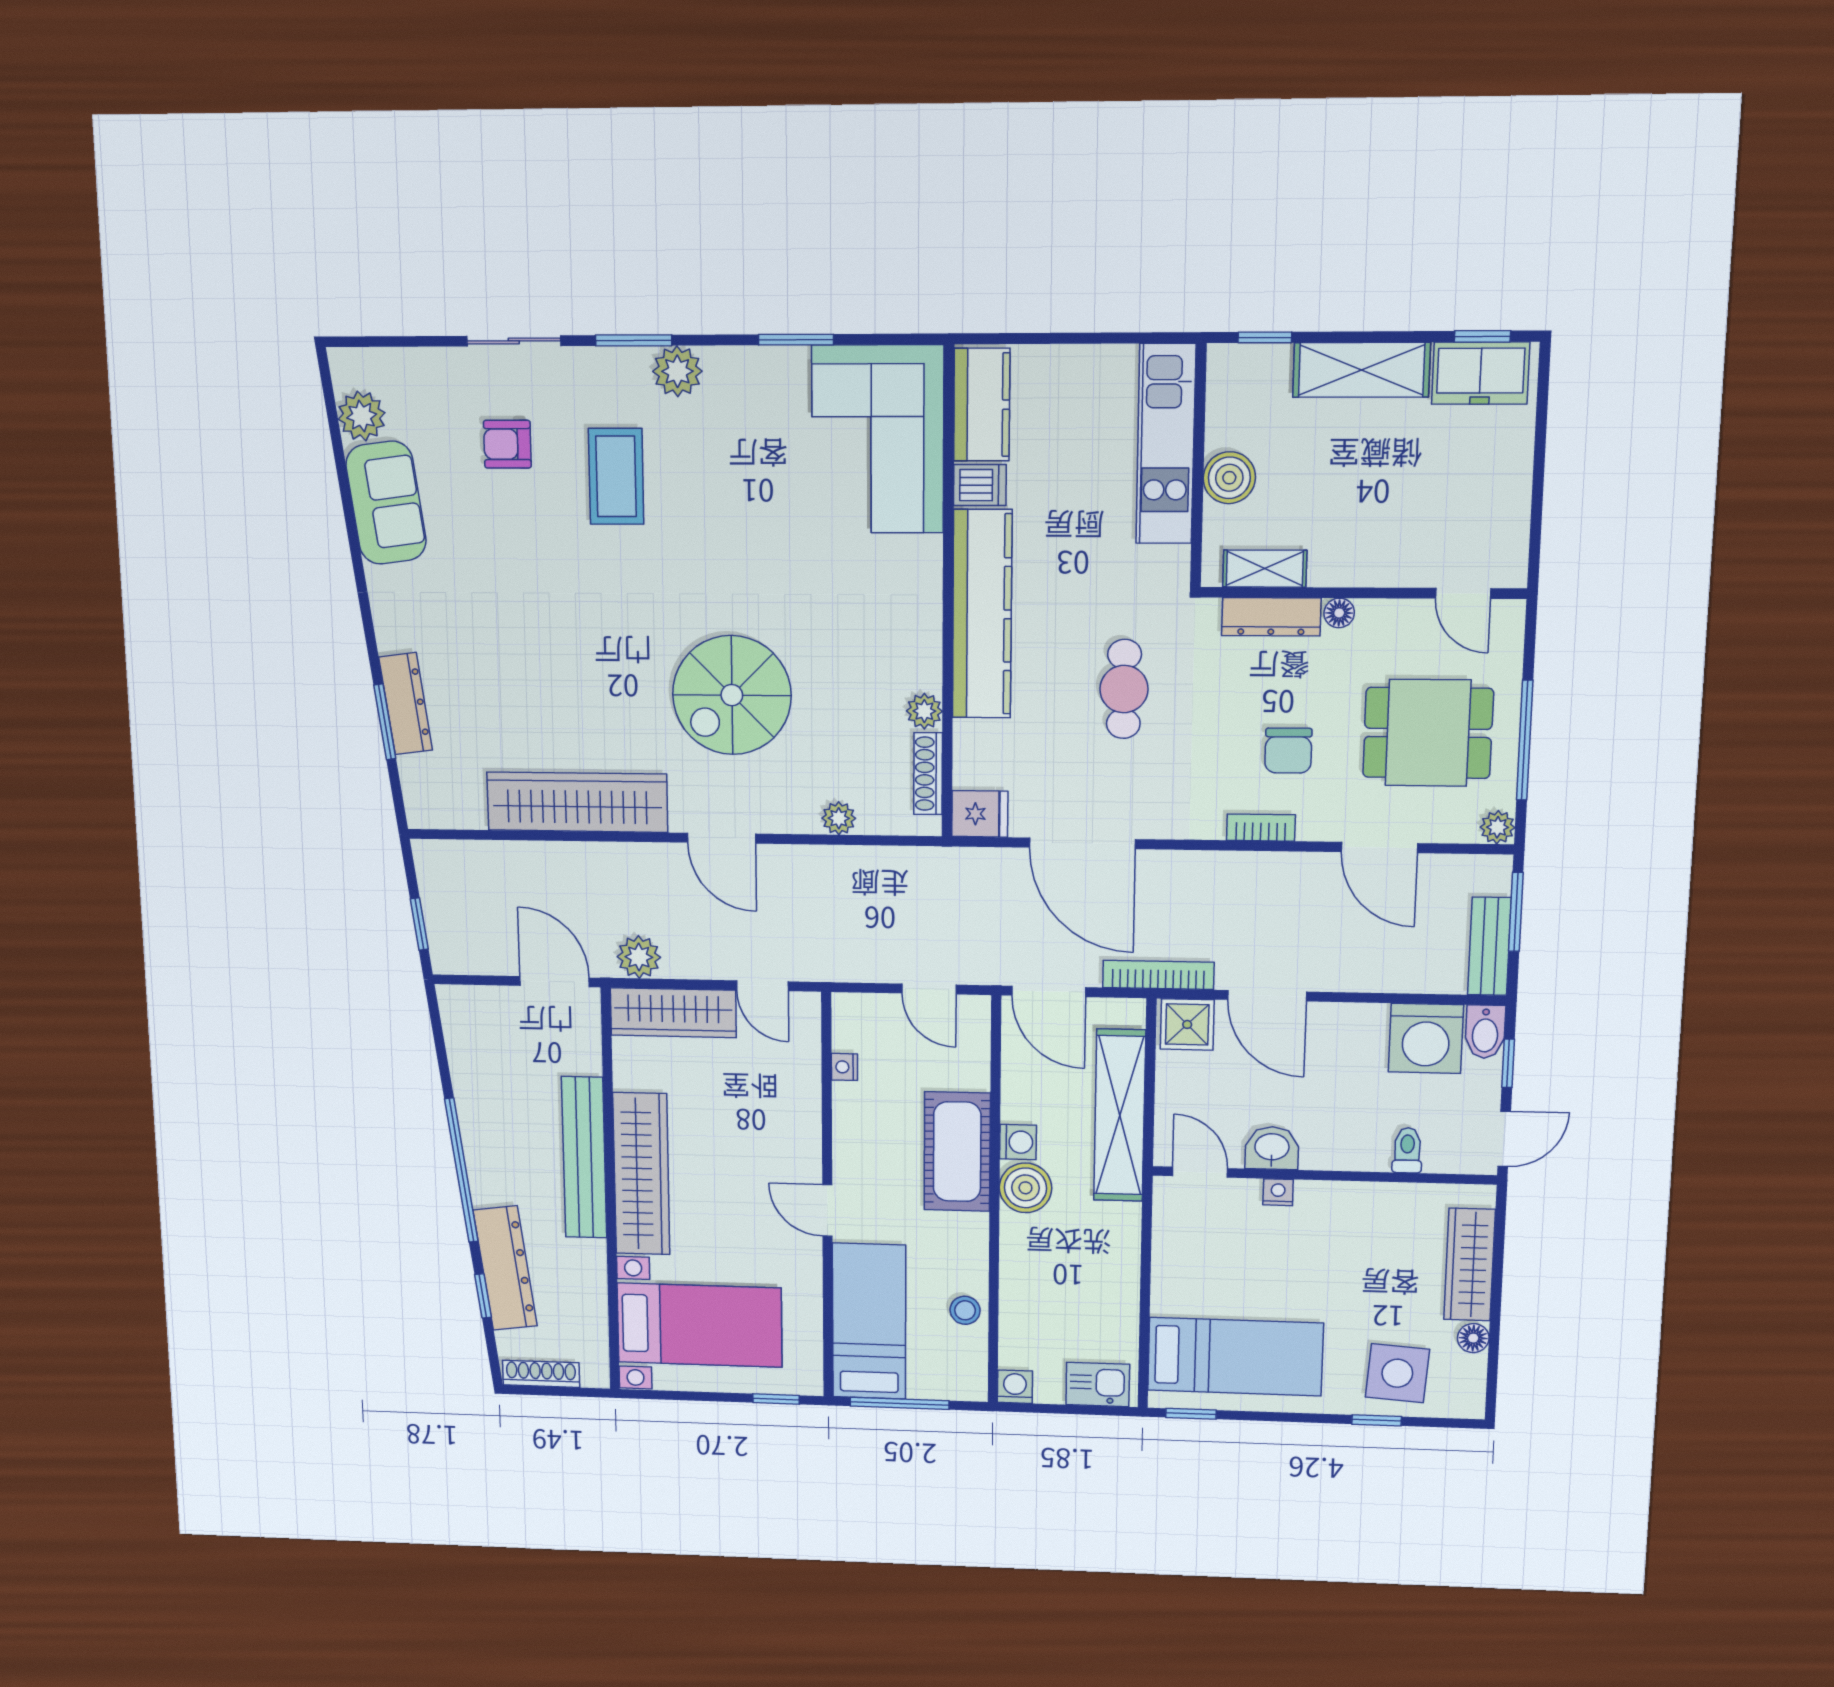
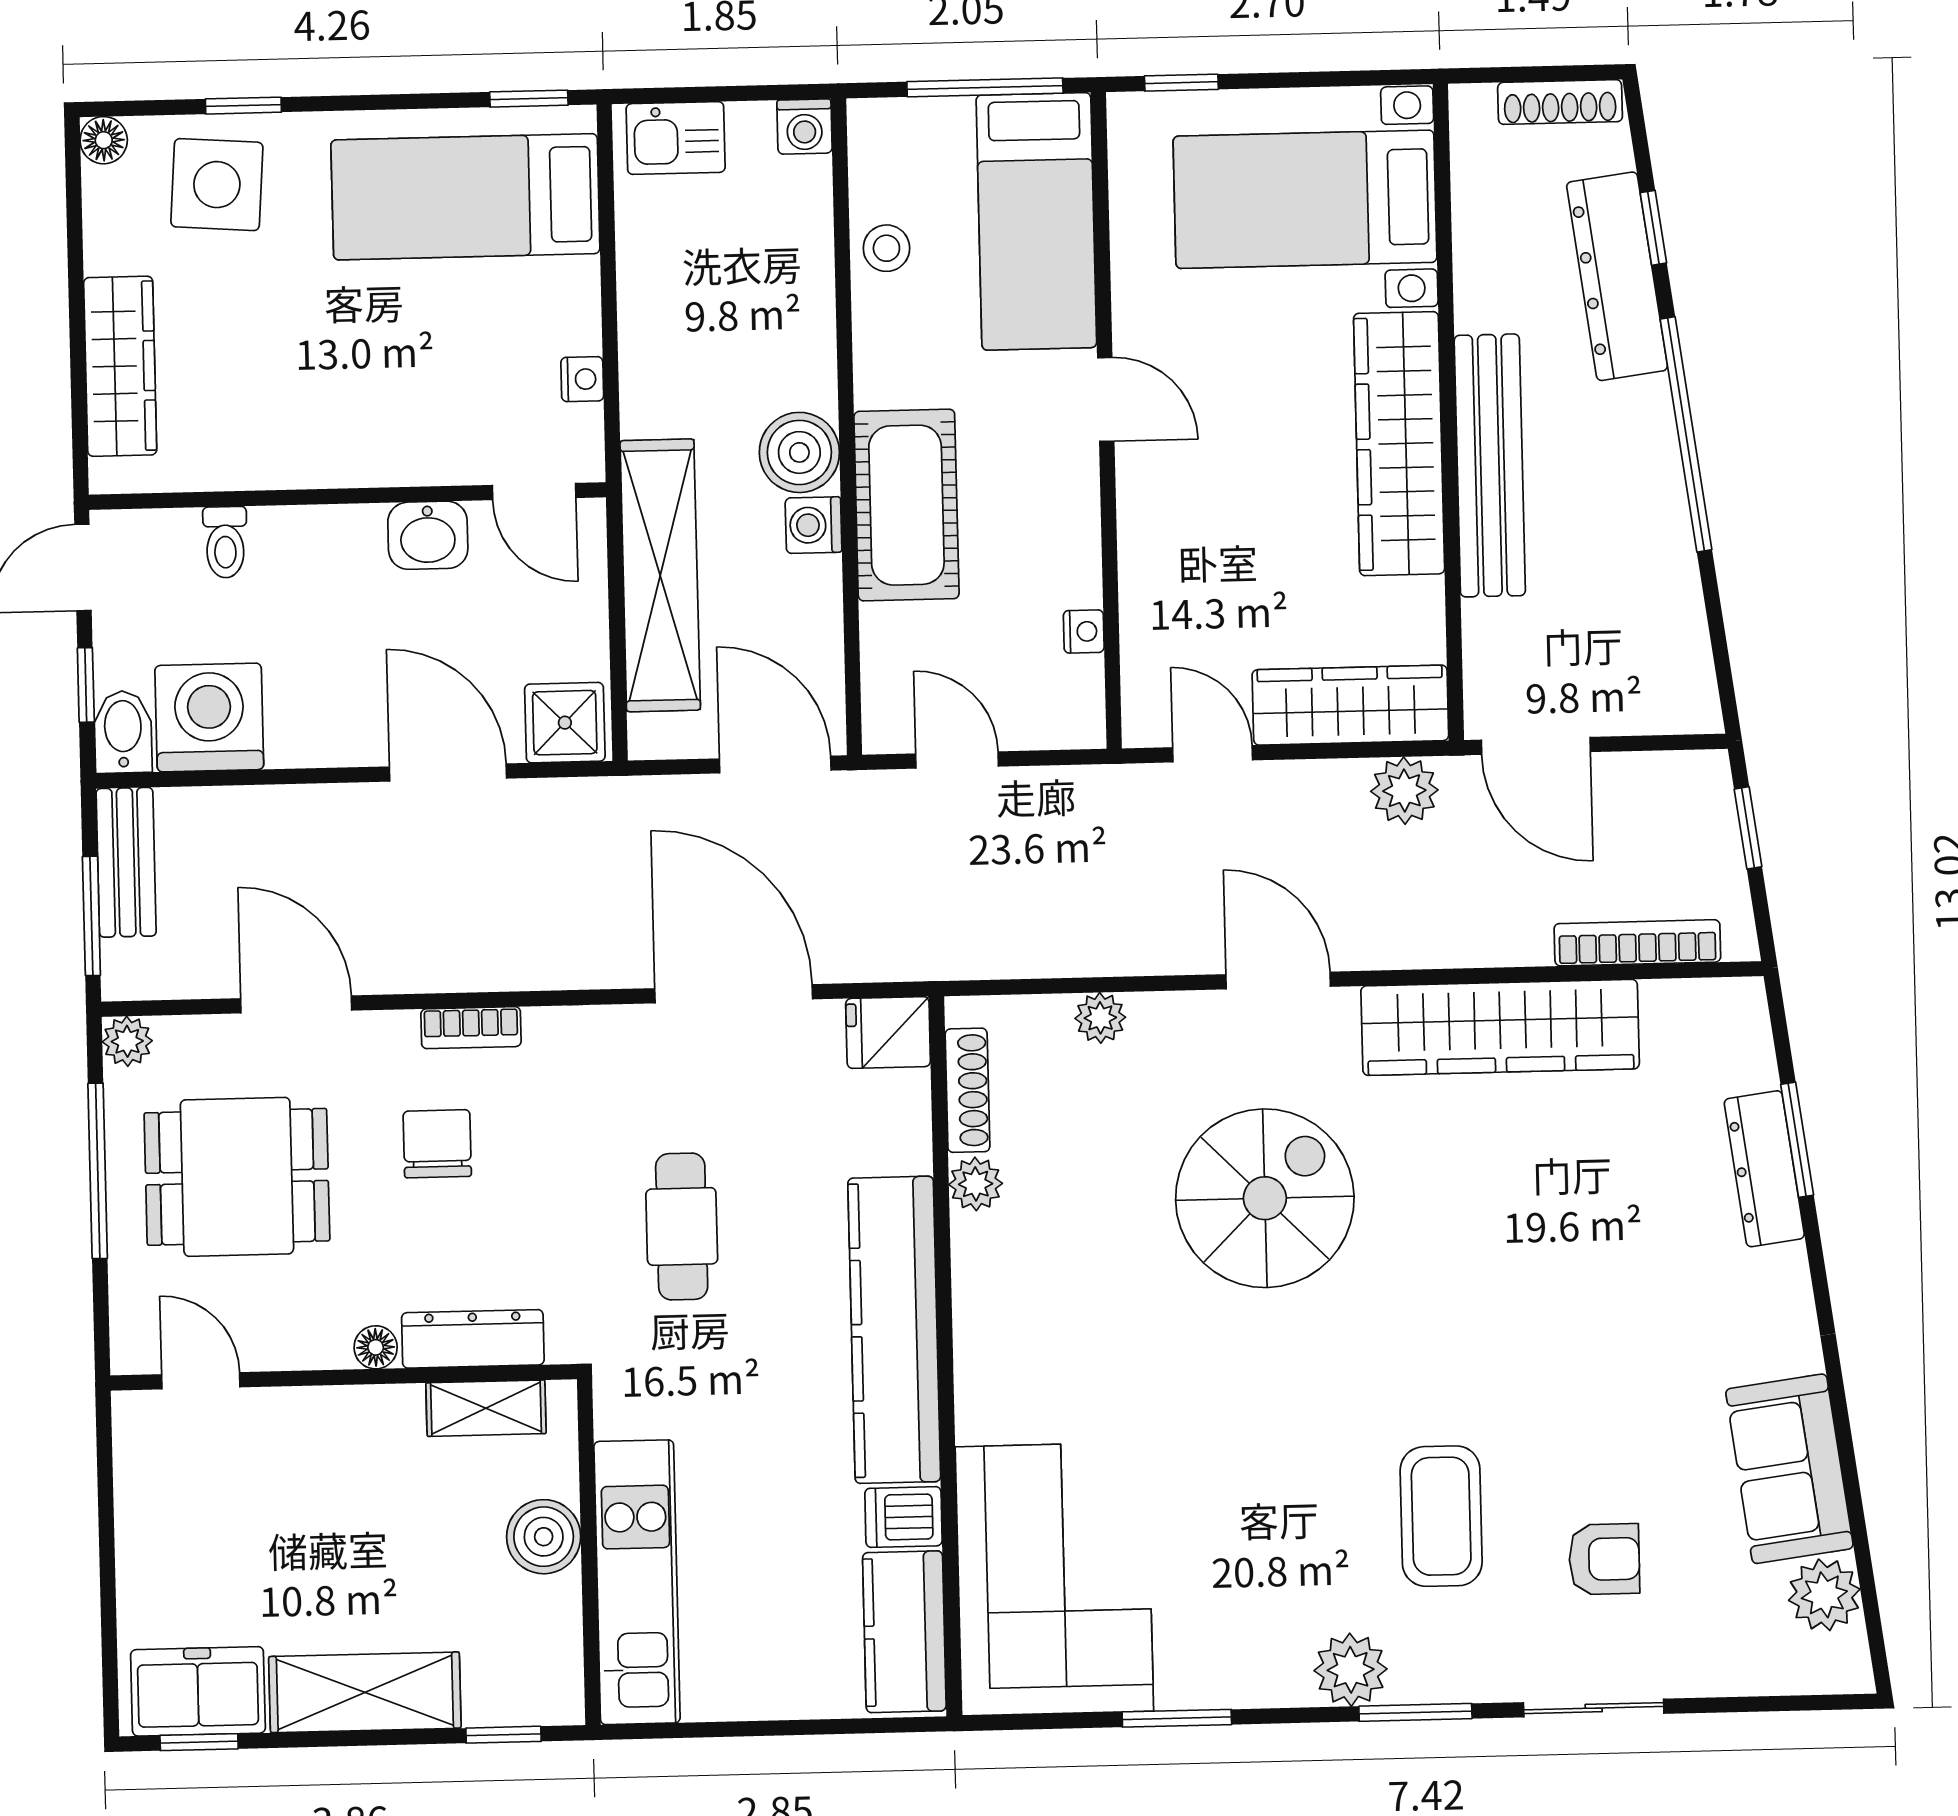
bookcase: (1158, 975) -> (1637, 943), moved, turned 180
nightstand: (1278, 1192) -> (582, 379), moved, turned -90
floor lamp: (1473, 1338) -> (104, 140), moved

